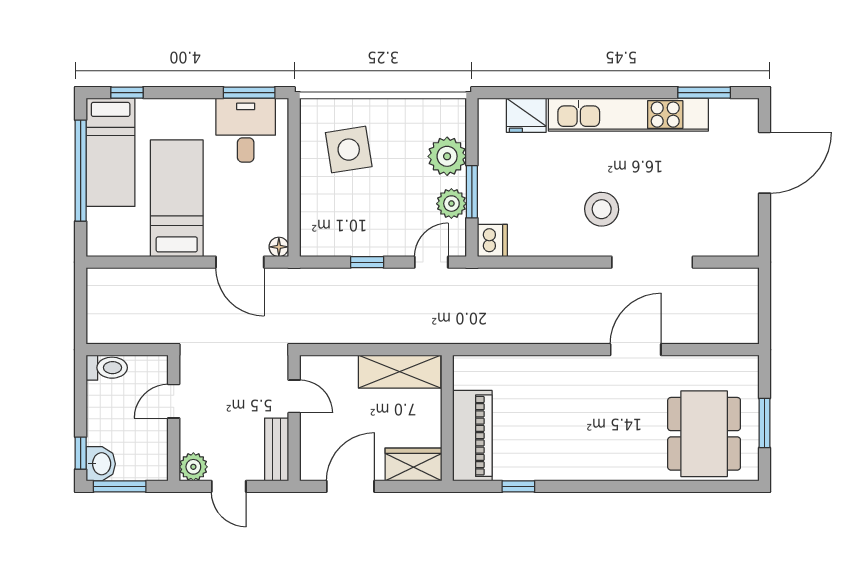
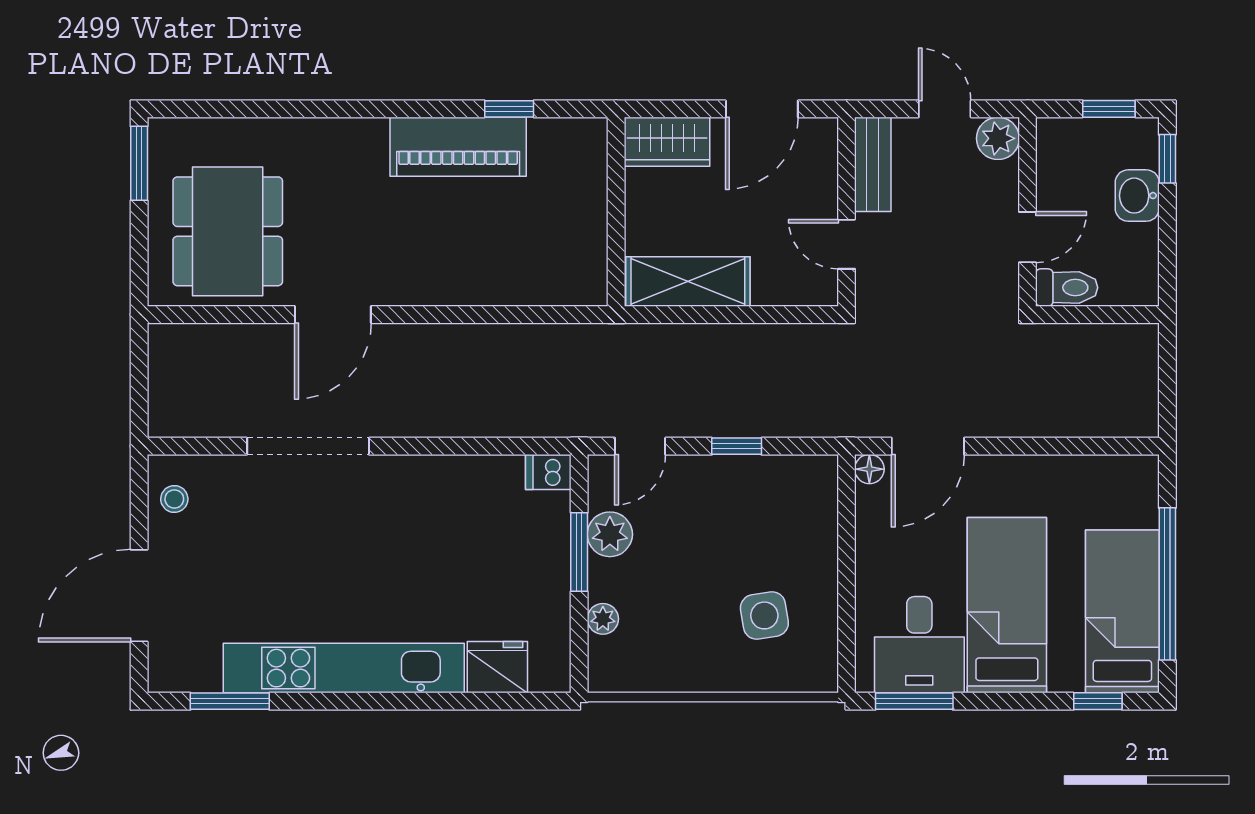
side table: (349, 150) -> (764, 615), width x0.73, depth x0.73
plant: (447, 156) -> (603, 619), width x0.53, depth x0.53
bed: (177, 198) -> (1007, 605), moved, turned 180
stool: (602, 209) -> (174, 499), moved, width x0.53, depth x0.53
dishwasher: (492, 241) -> (548, 472), width x0.73
door: (240, 262) -> (928, 446), swing flipped
toilet: (107, 368) -> (1067, 288), moved, turned 180
window: (765, 423) -> (139, 163), moved
dining table: (704, 434) -> (228, 231), moved
piano: (472, 436) -> (458, 147), moved, turned -90
washbasin: (101, 464) -> (1137, 196), moved
window: (120, 486) -> (1109, 109), width x0.67

